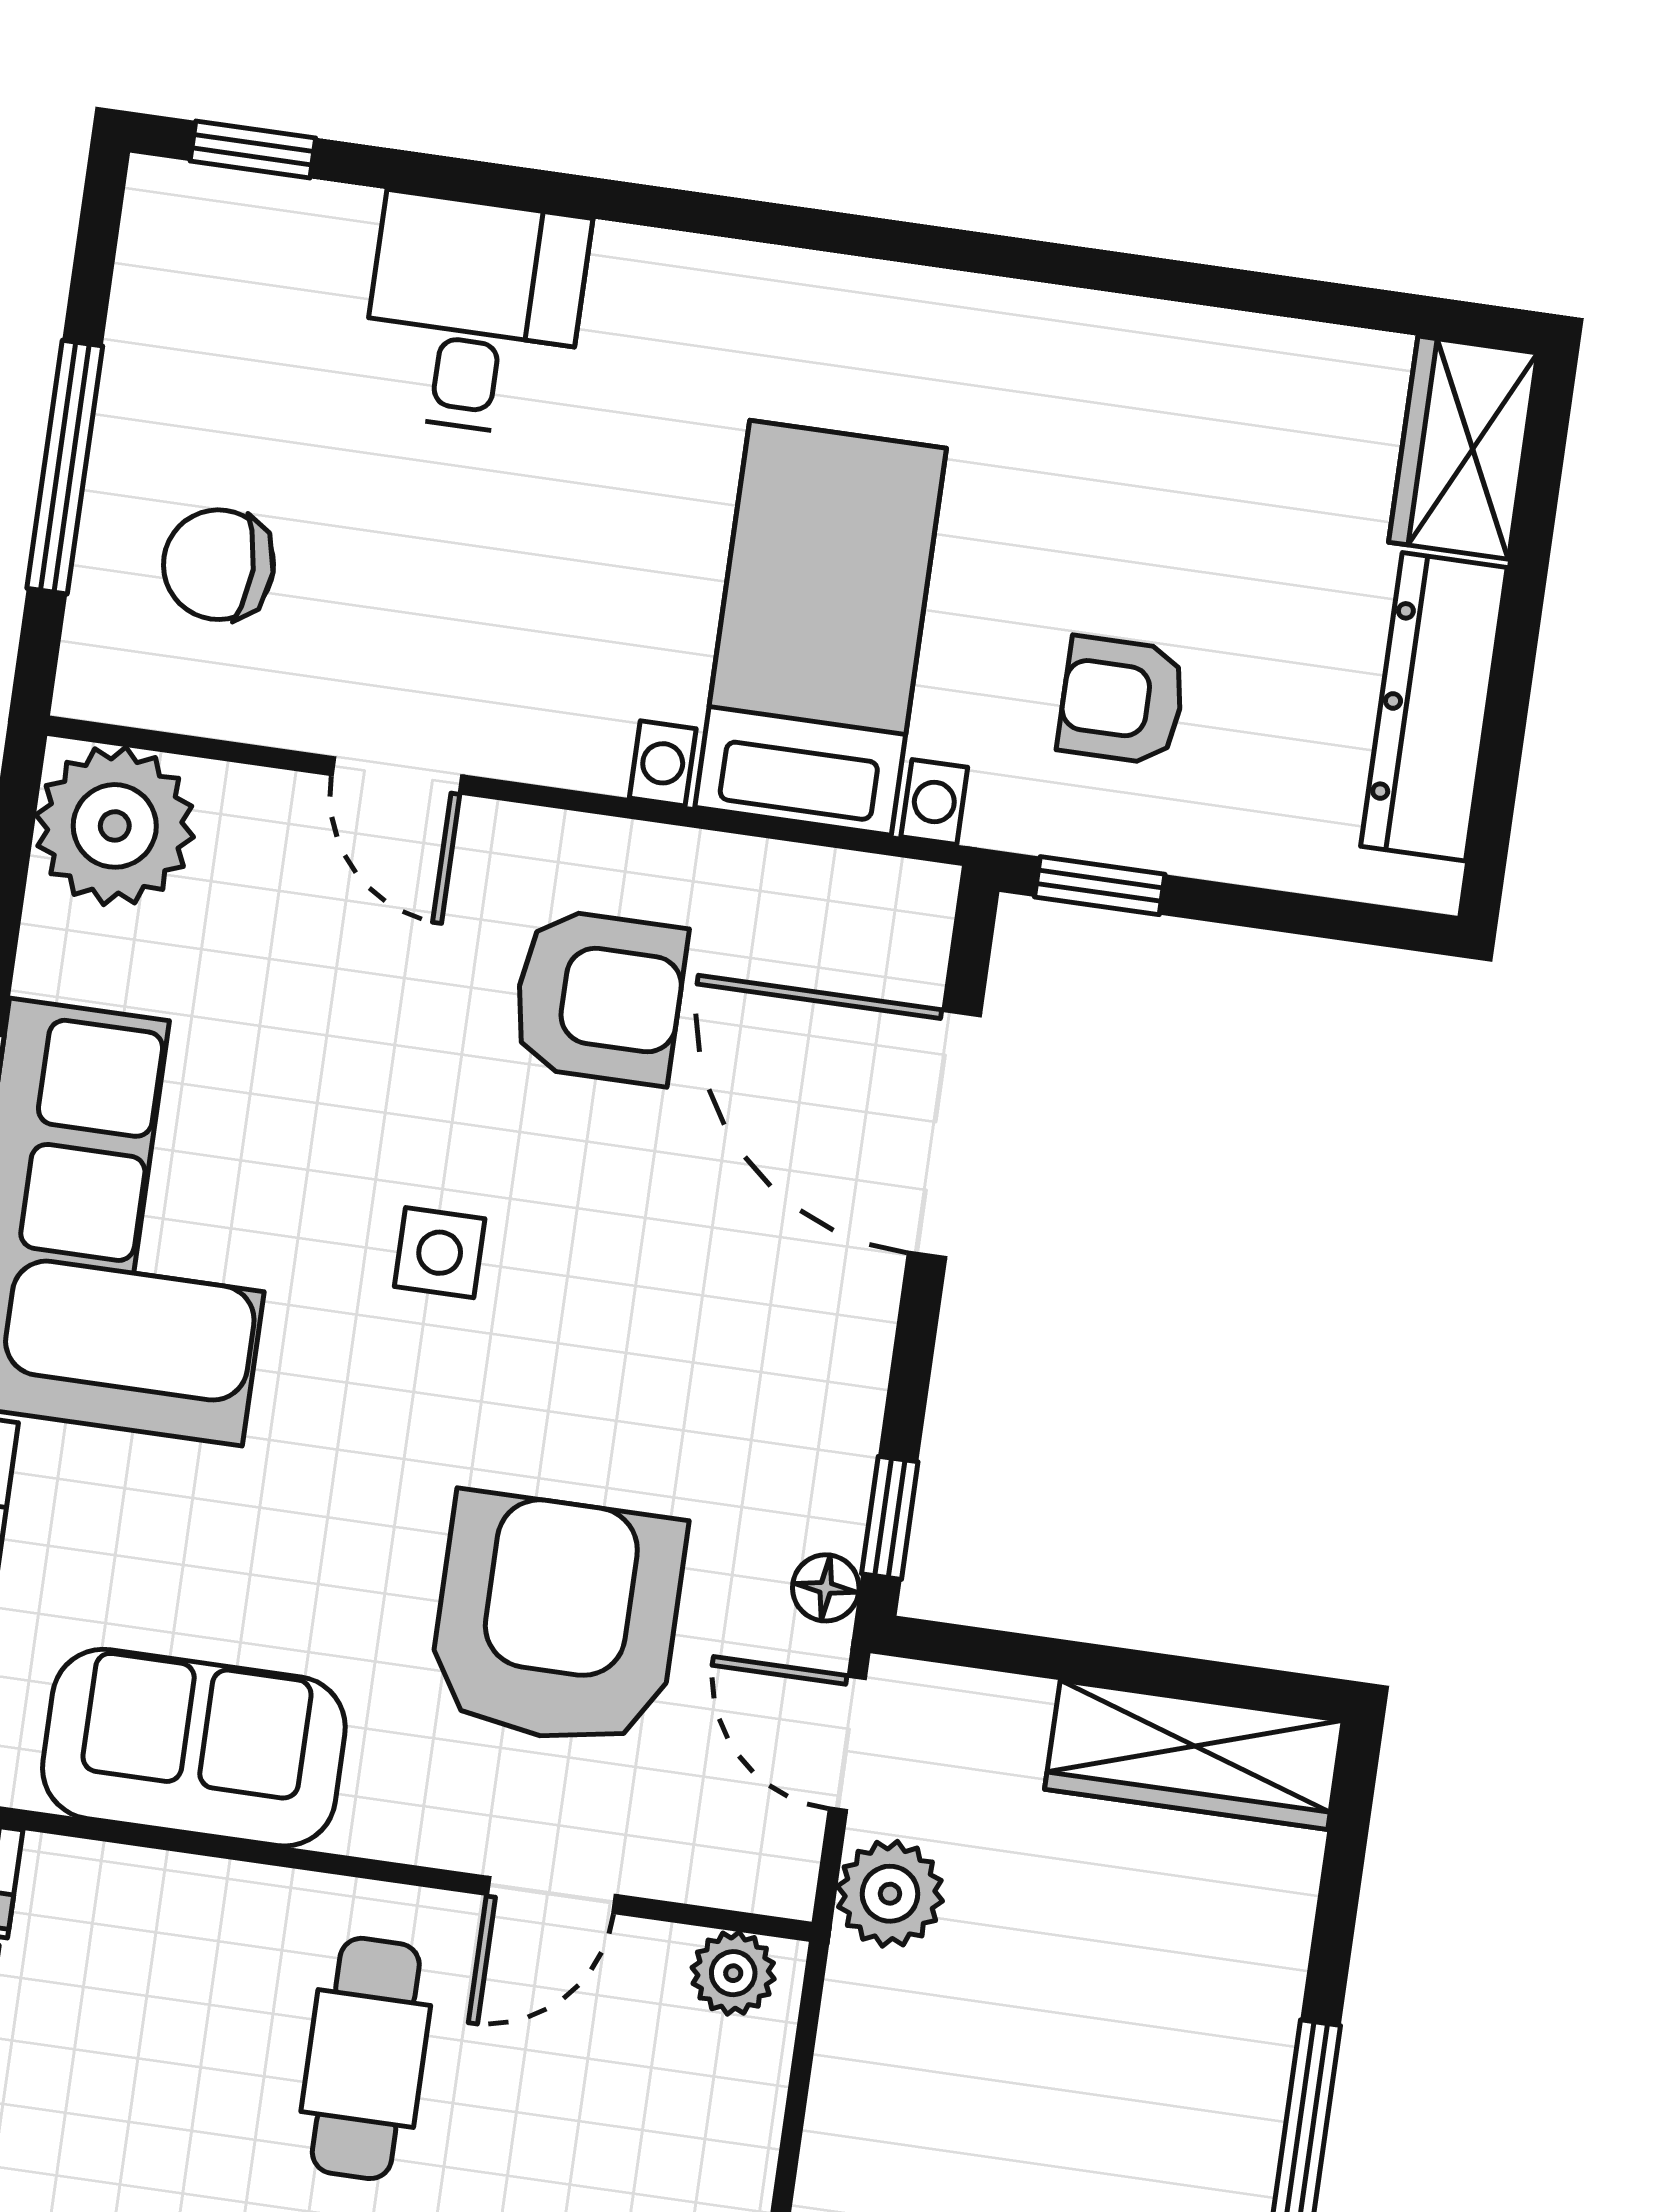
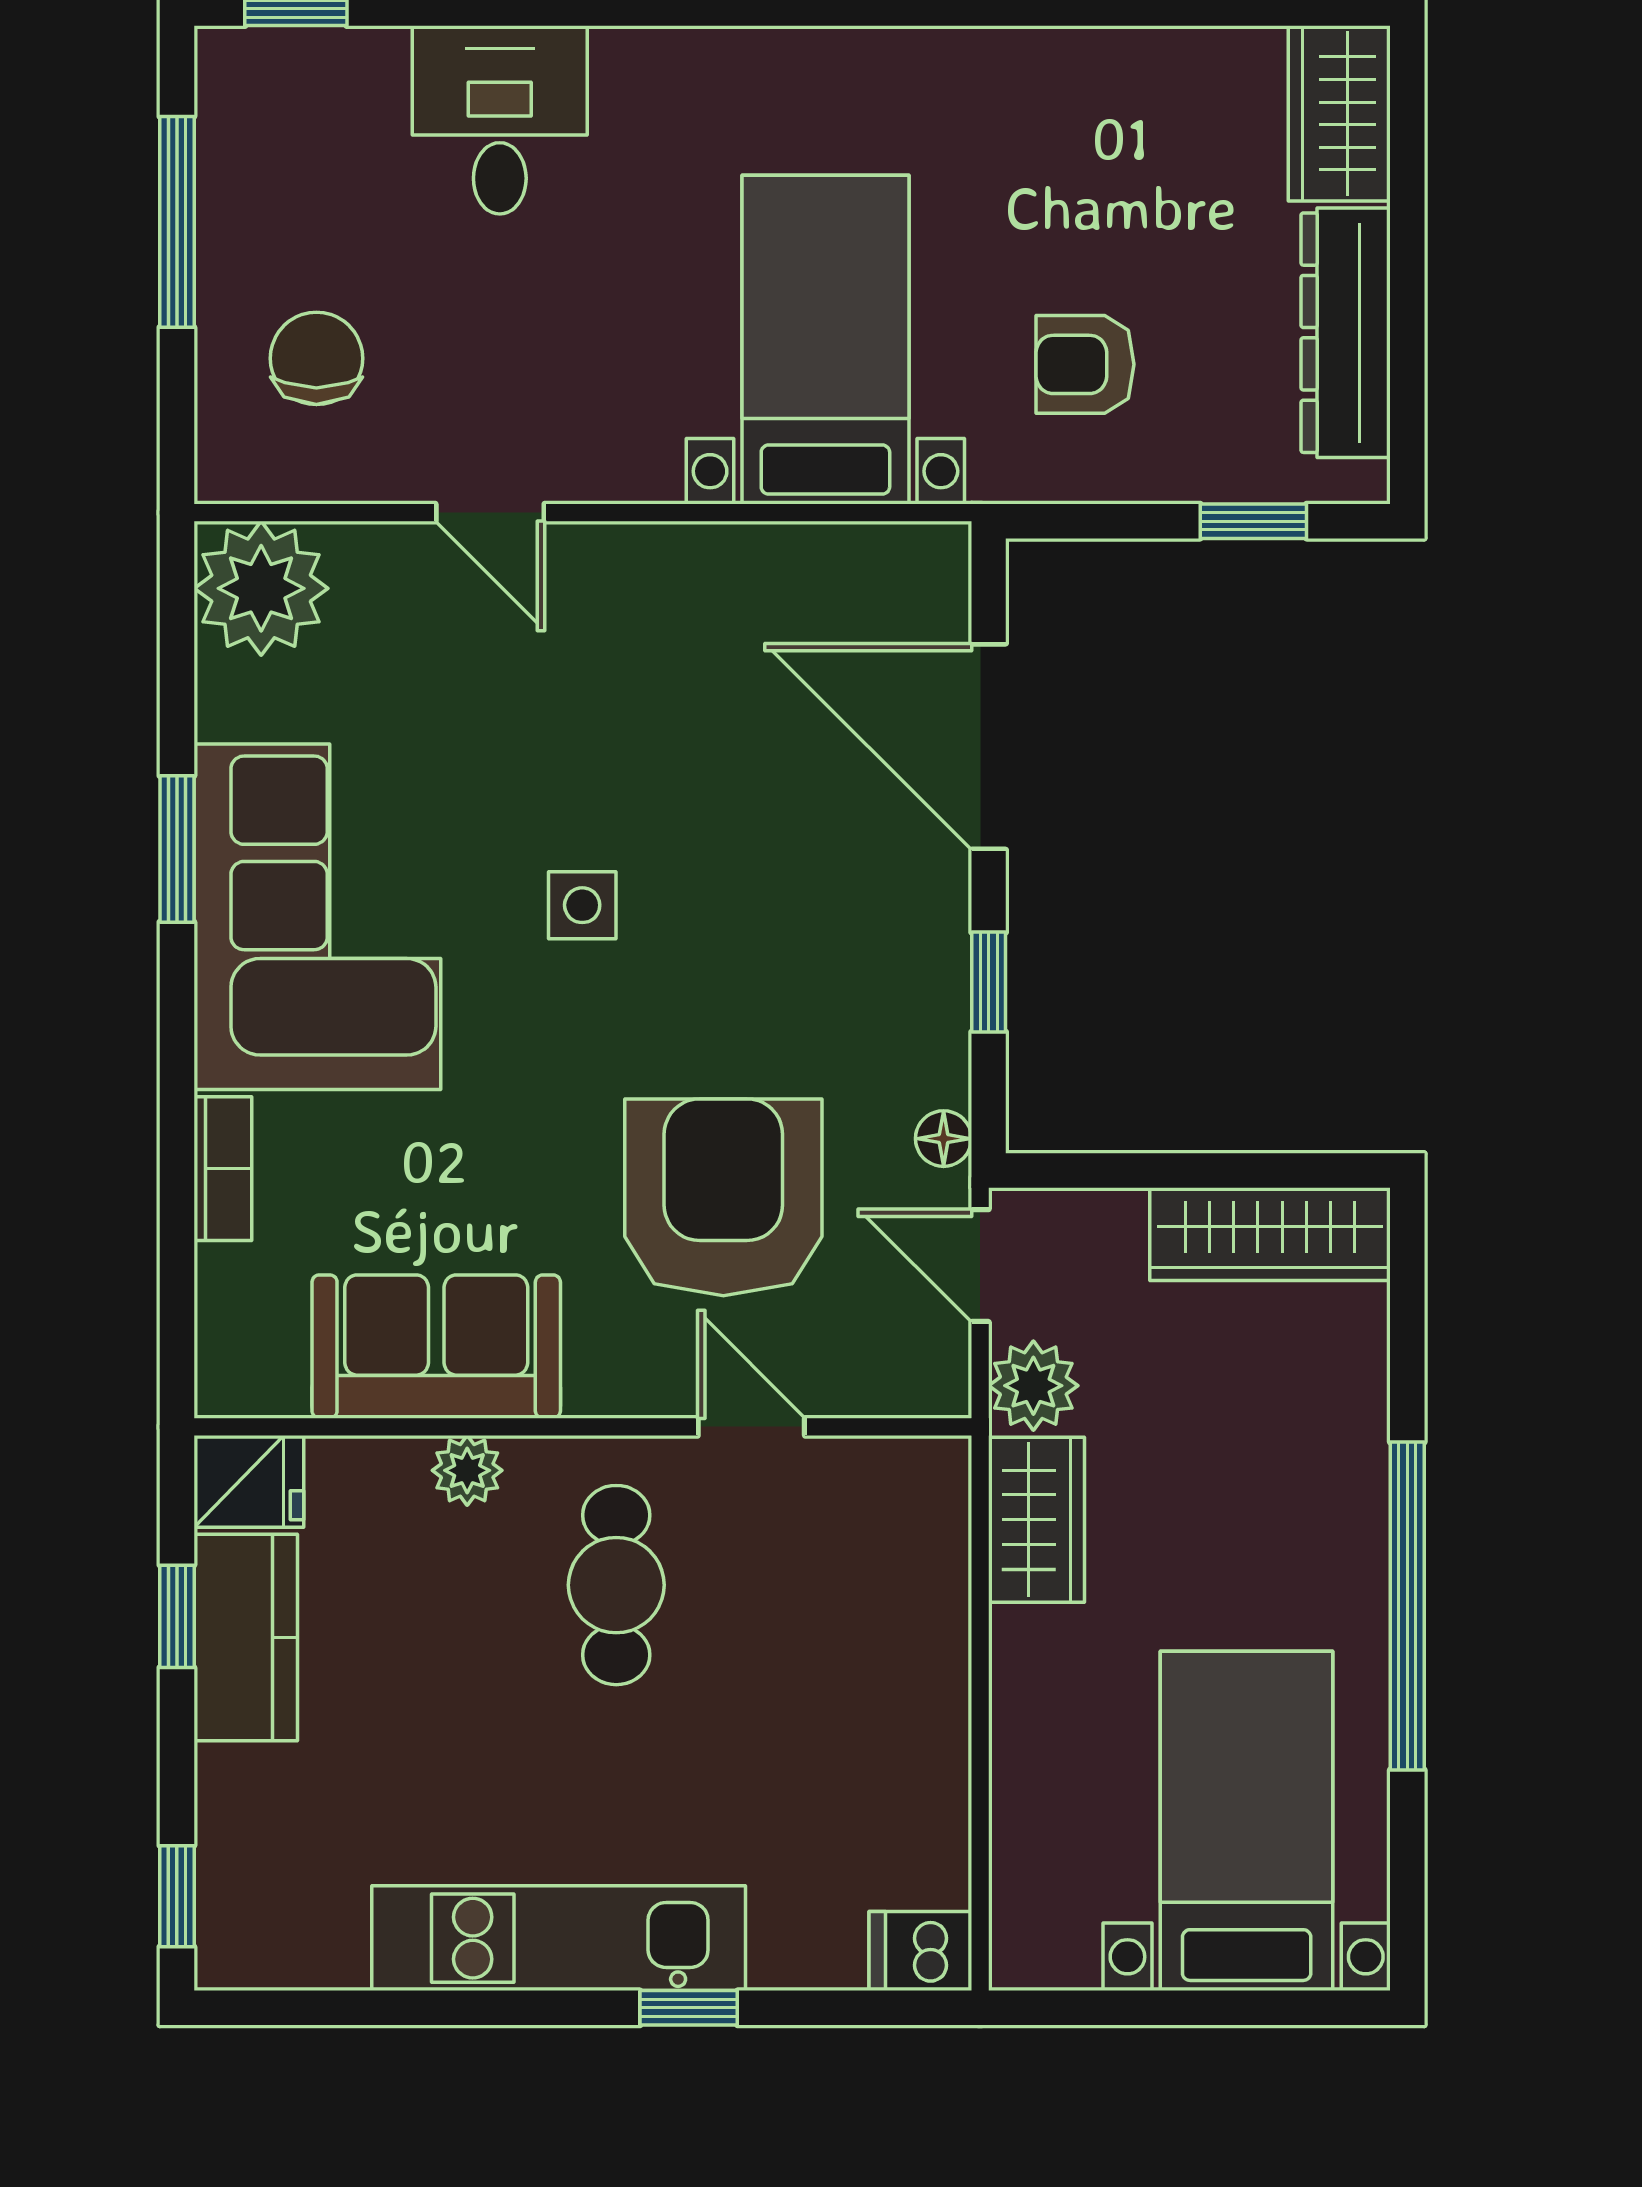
window: (65, 467) -> (177, 222), moved
chair: (218, 565) -> (316, 358), turned 90
window: (1100, 886) -> (1253, 521), moved
armchair: (599, 997) -> (685, 673), removed
window: (890, 1518) -> (989, 982), moved
door: (551, 1895) -> (751, 1427), swing flipped
plant: (733, 1973) -> (467, 1470), moved
wardrobe: (871, 2052) -> (1036, 1520), added

